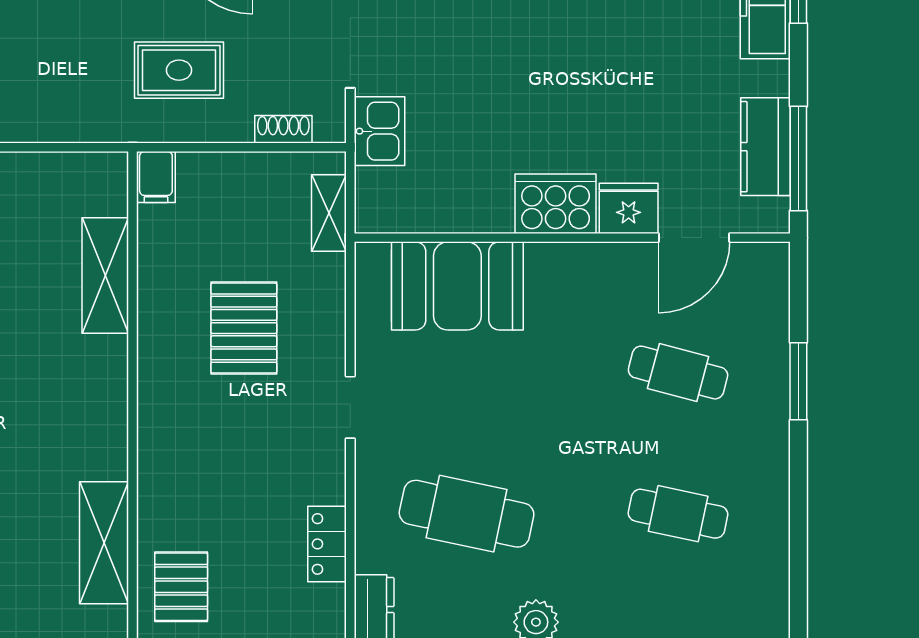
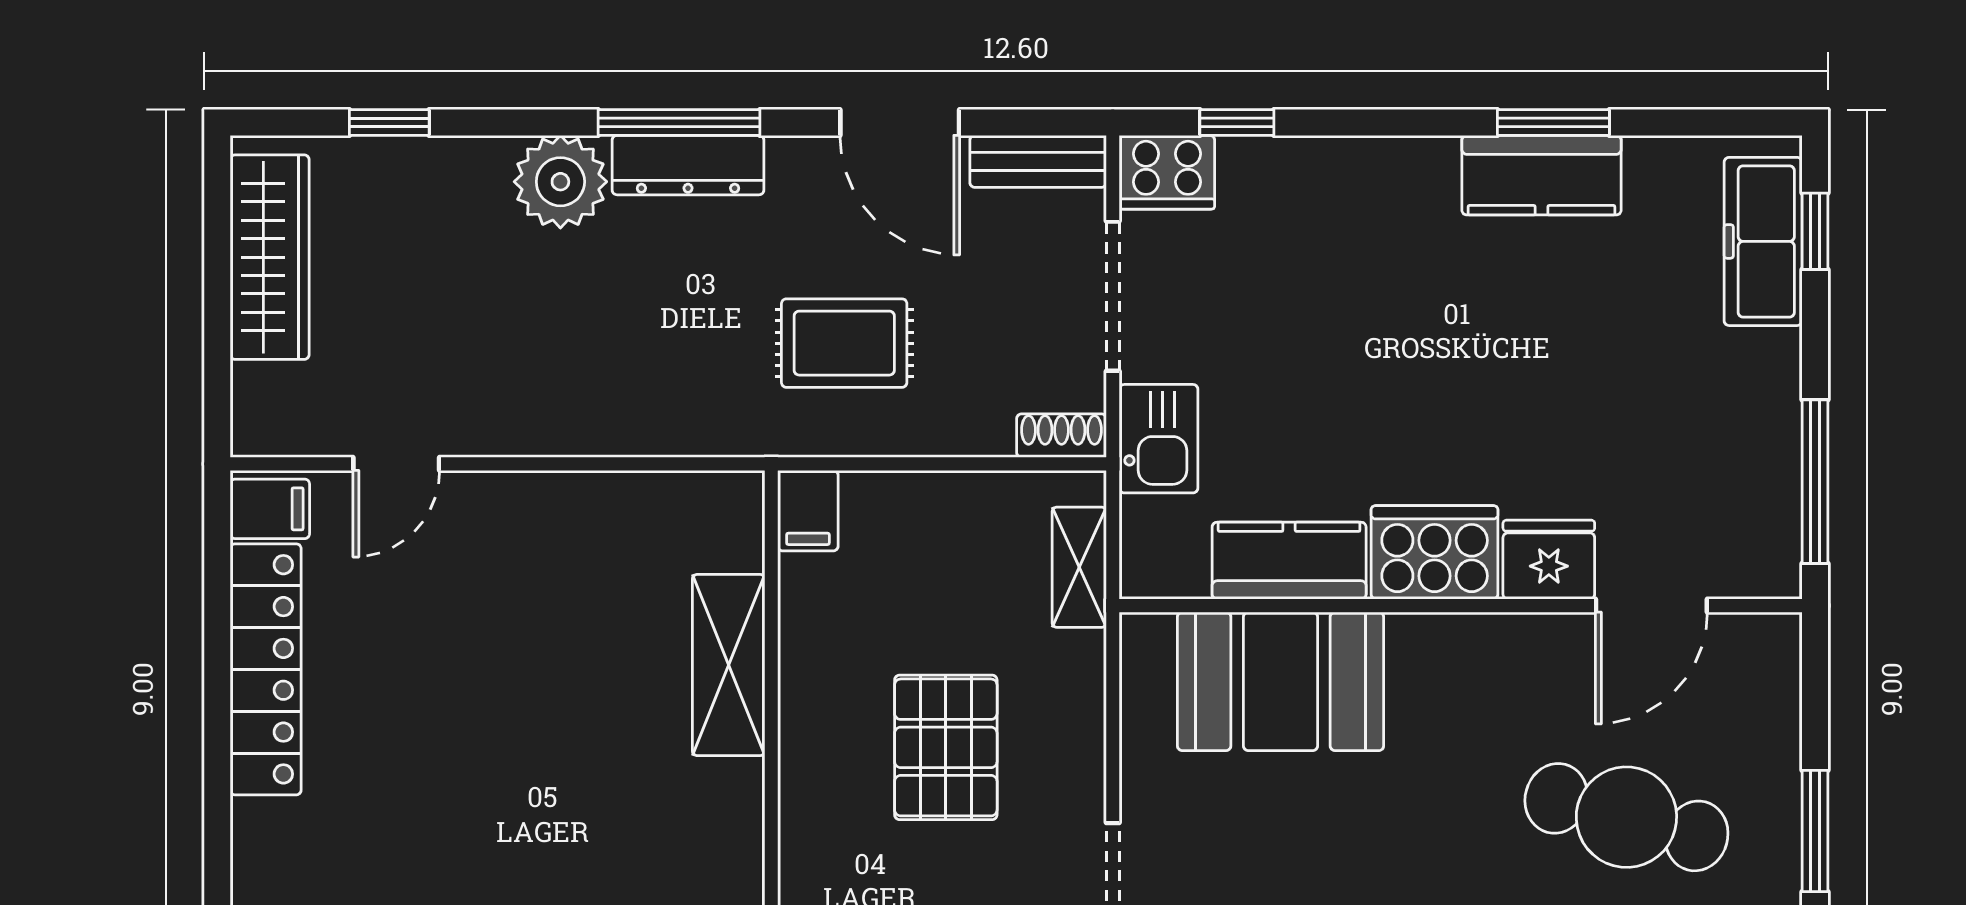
shoe rack: (283, 129) -> (1061, 436), moved
kitchen counter: (766, 147) -> (1289, 561), moved, turned 90
cafe table: (678, 373) -> (1626, 817), width x1.37, depth x1.35

